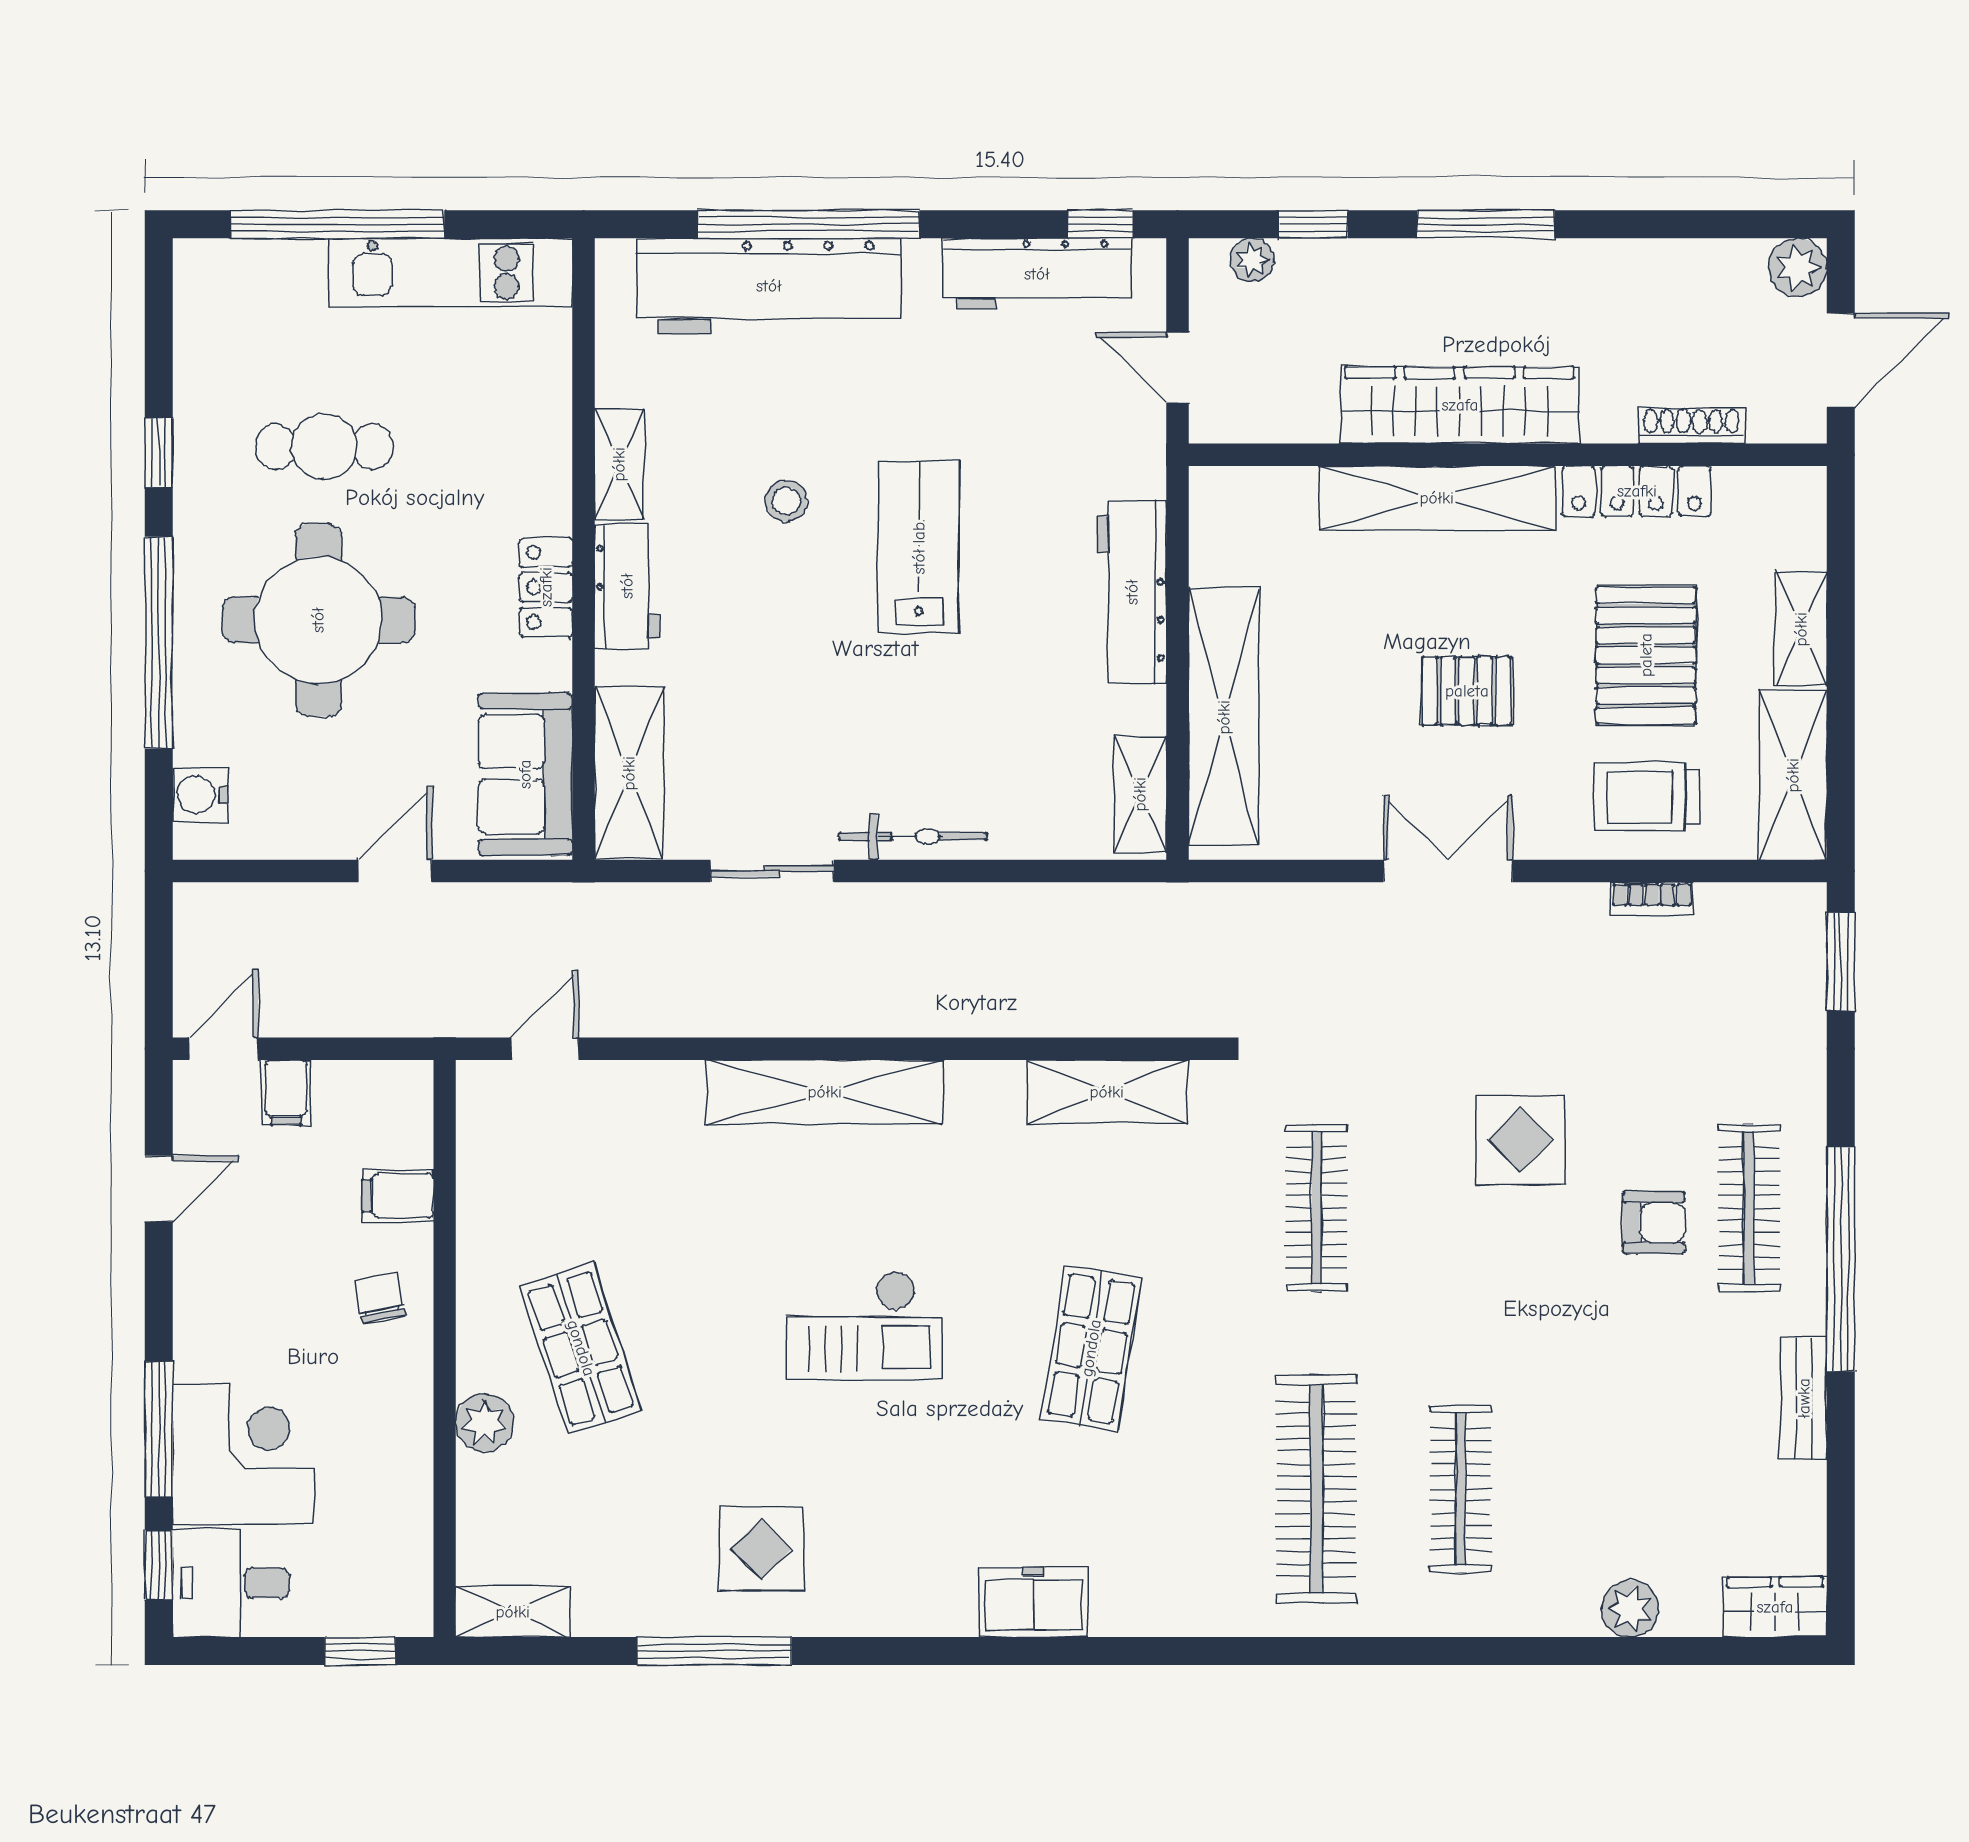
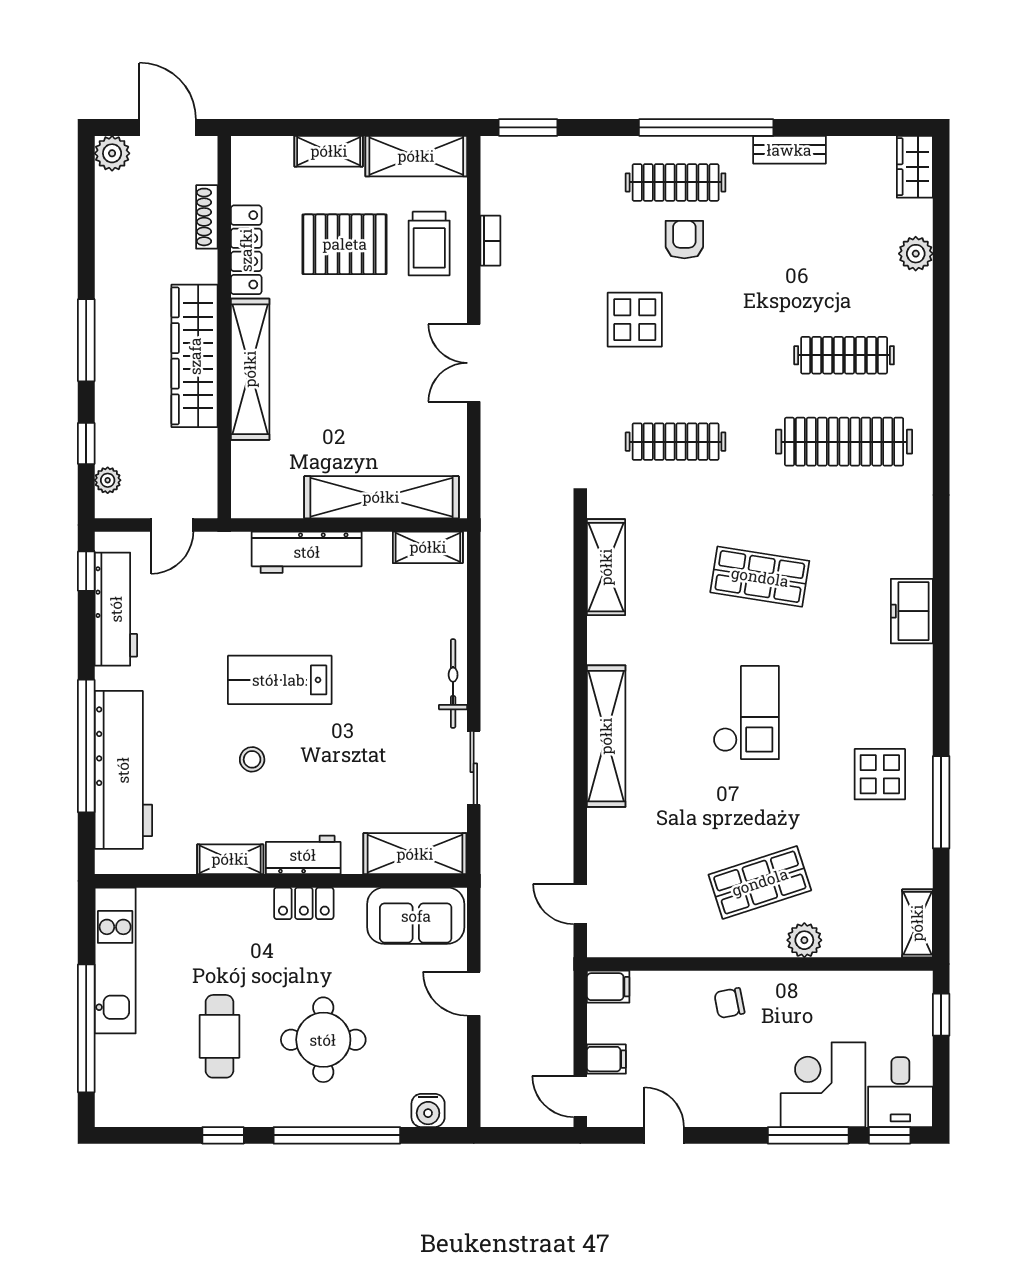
round table: (318, 620) -> (323, 1040), width x0.73, depth x0.73
pallet: (1467, 691) -> (366, 352), removed
filing cabinet: (398, 1196) -> (608, 987), moved, turned -90

